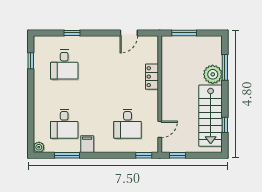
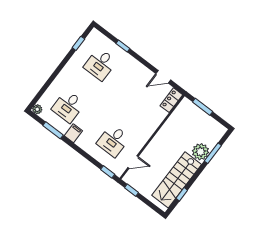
locker: (152, 77) -> (171, 100), moved

